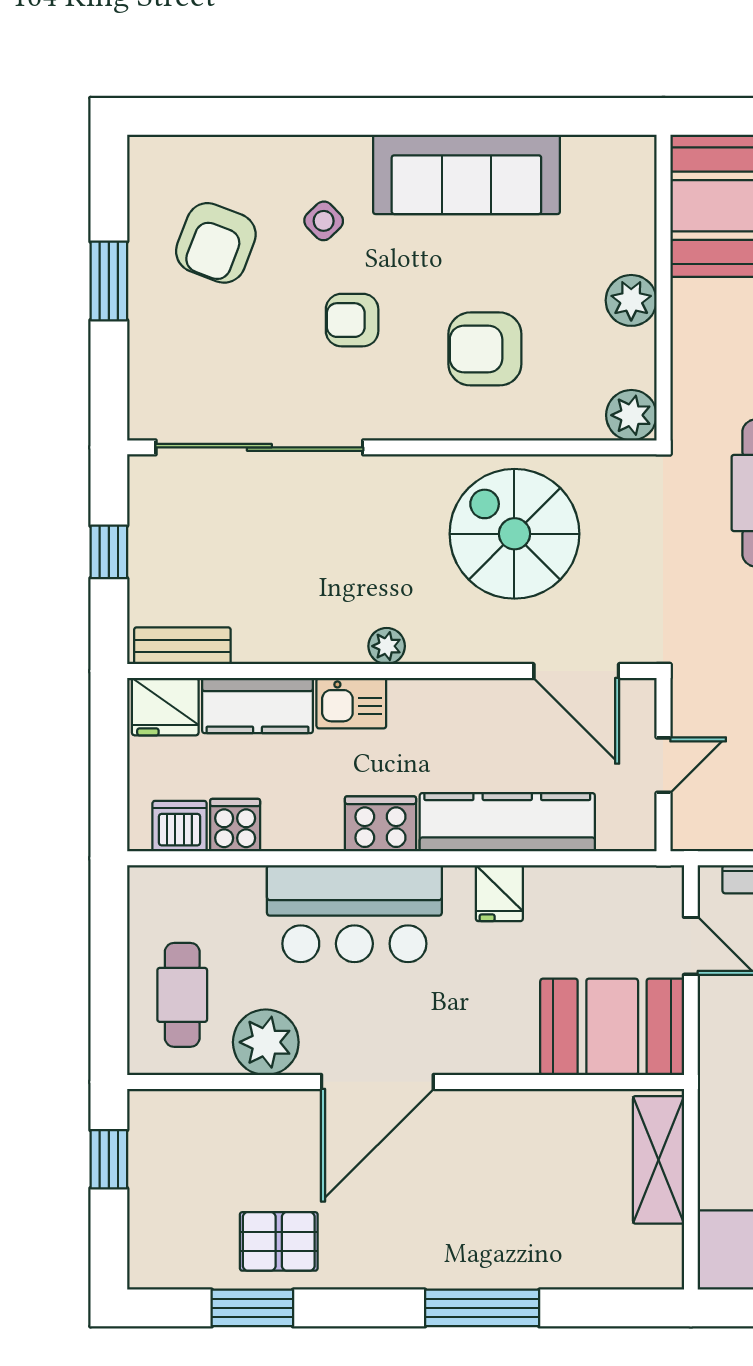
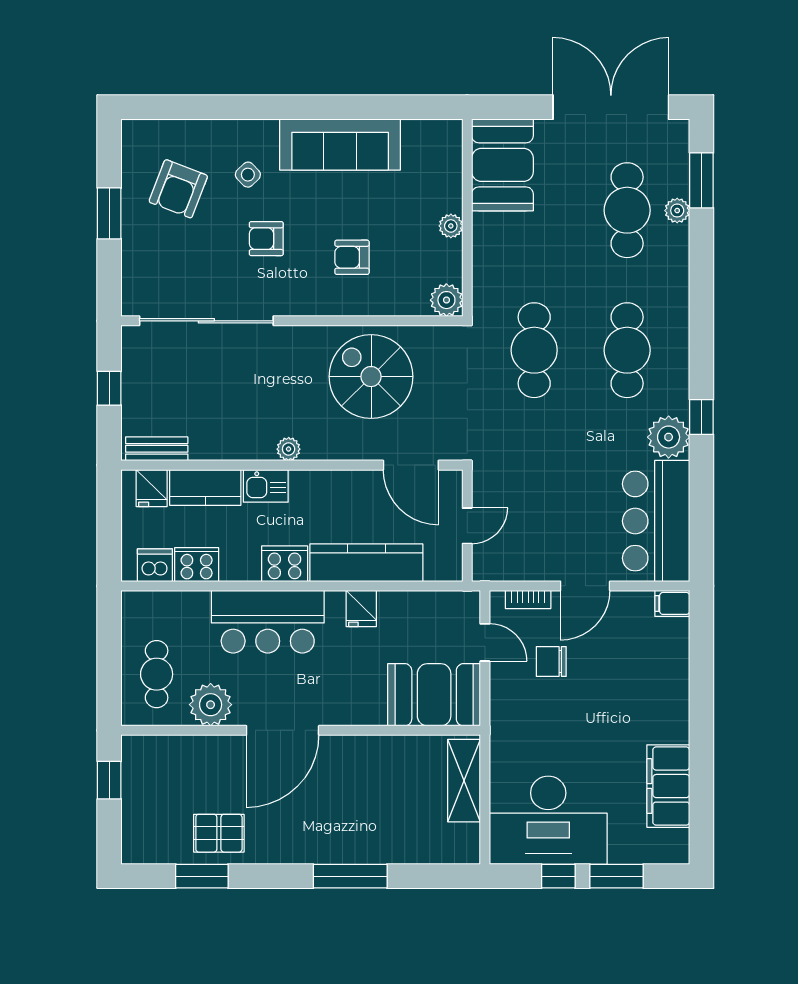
plant: (631, 300) -> (451, 226), width x0.73, depth x0.73
armchair: (485, 349) -> (352, 257), width x0.72, depth x0.72
fridge: (165, 707) -> (152, 488), width x0.72
cooker: (235, 825) -> (197, 565), width x1.36

